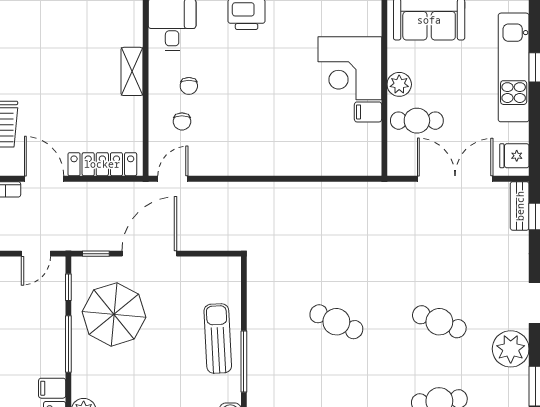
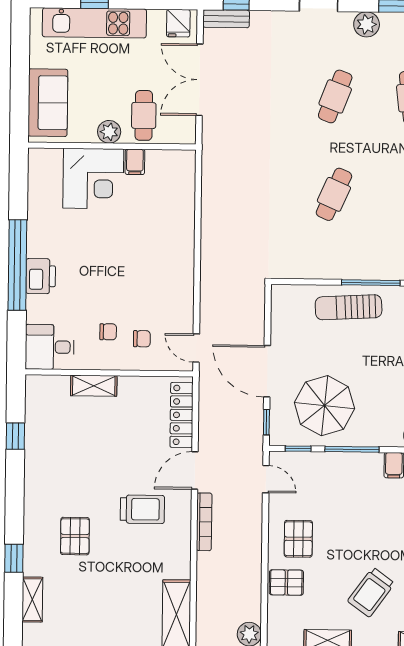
plant: (511, 349) -> (367, 24), width x0.73, depth x0.73

